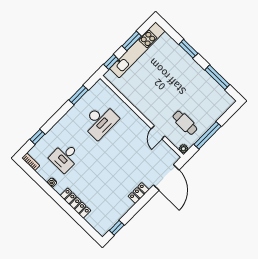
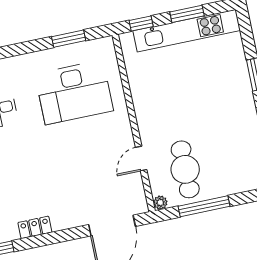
desk: (100, 121) -> (74, 92), width x1.36, depth x1.30
cafe table: (185, 123) -> (185, 169), width x1.37, depth x1.35
locker: (139, 193) -> (35, 227), moved

